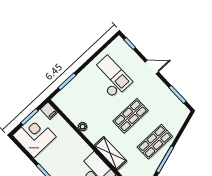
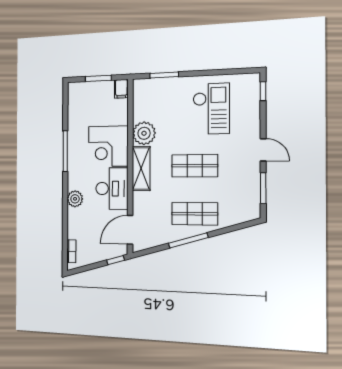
door: (152, 67) -> (263, 150), moved
plant: (83, 127) -> (144, 133), width x1.87, depth x1.87
corner desk: (34, 136) -> (108, 146), moved, turned 180
shelving: (110, 153) -> (141, 169), moved

